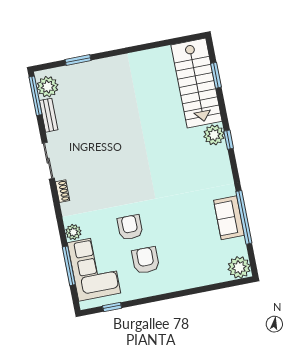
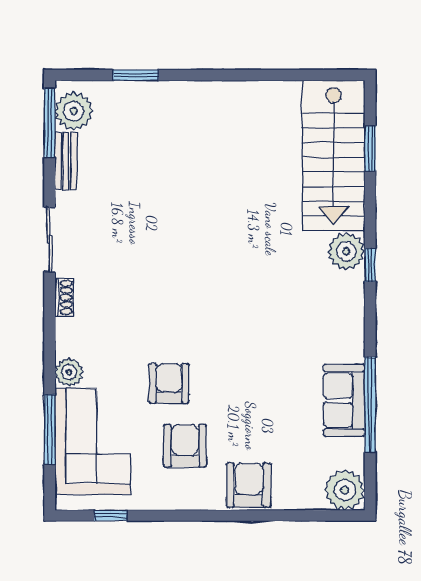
armchair: (185, 275) -> (249, 485), added

